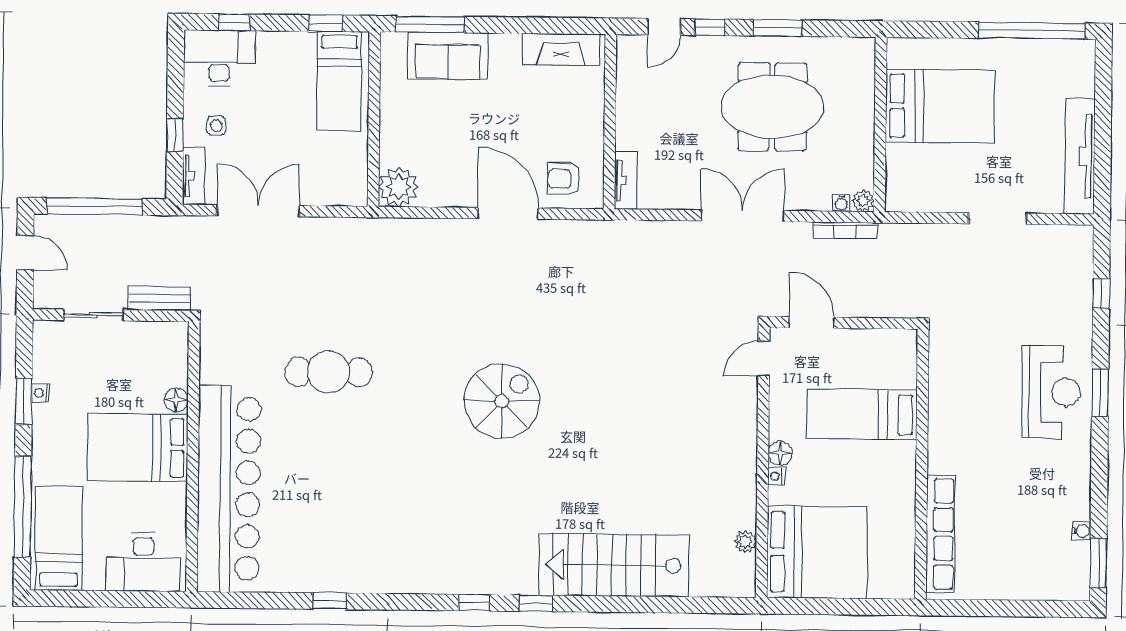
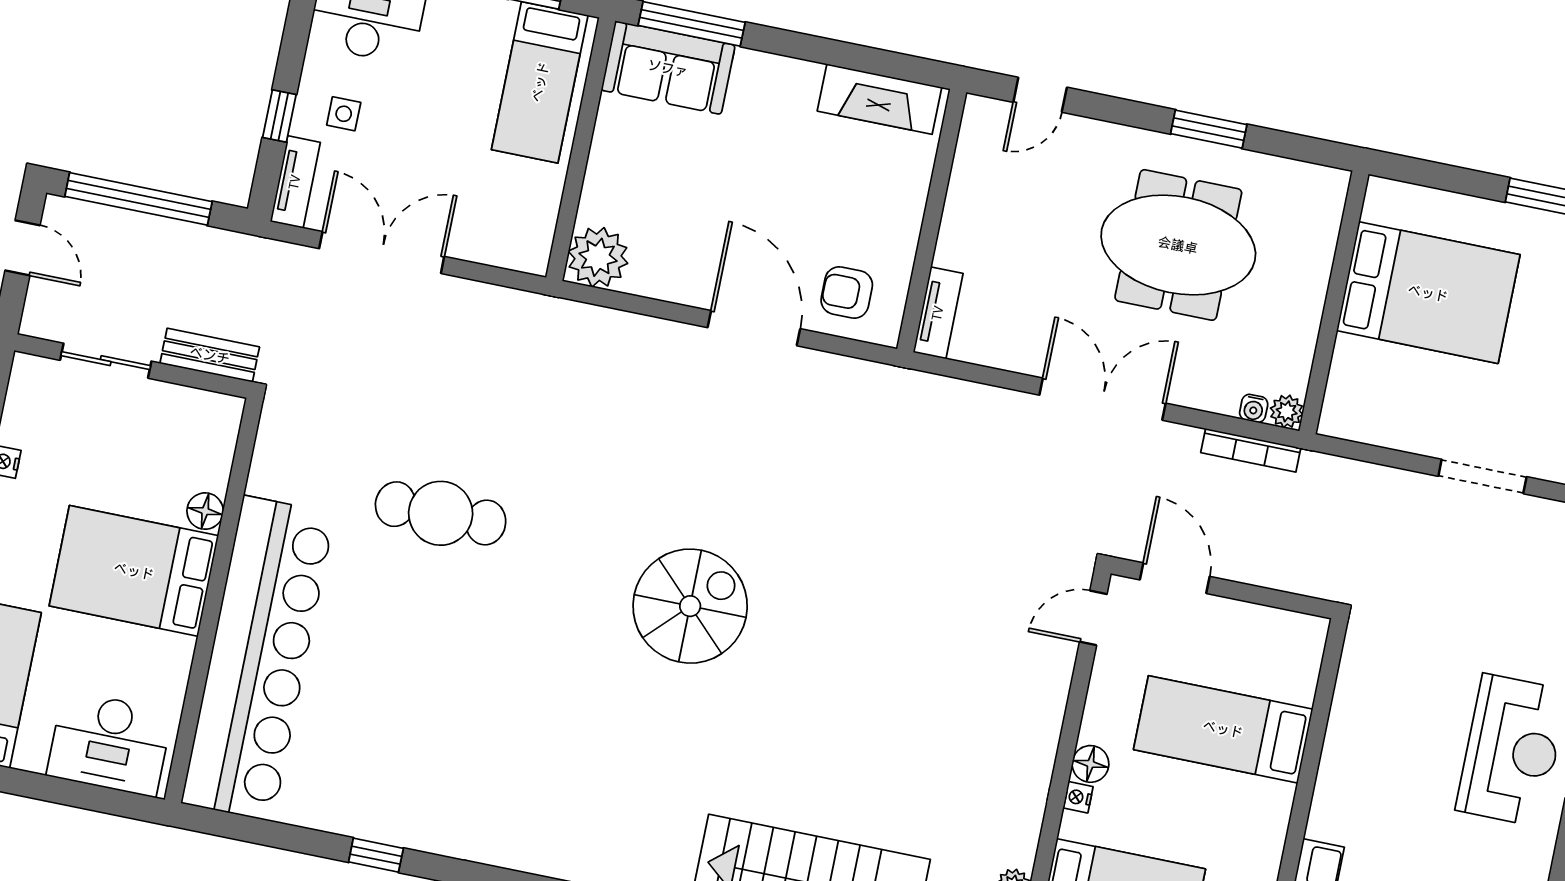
window: (710, 27) -> (1108, 109), removed
sofa: (448, 56) -> (668, 68), moved

